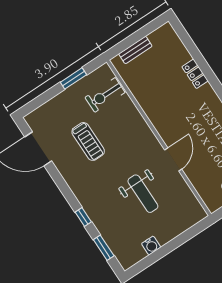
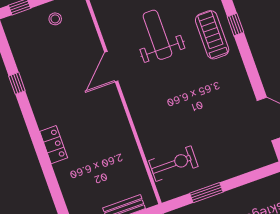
locker: (195, 74) -> (54, 145), moved
treadmill: (88, 141) -> (212, 35), moved

